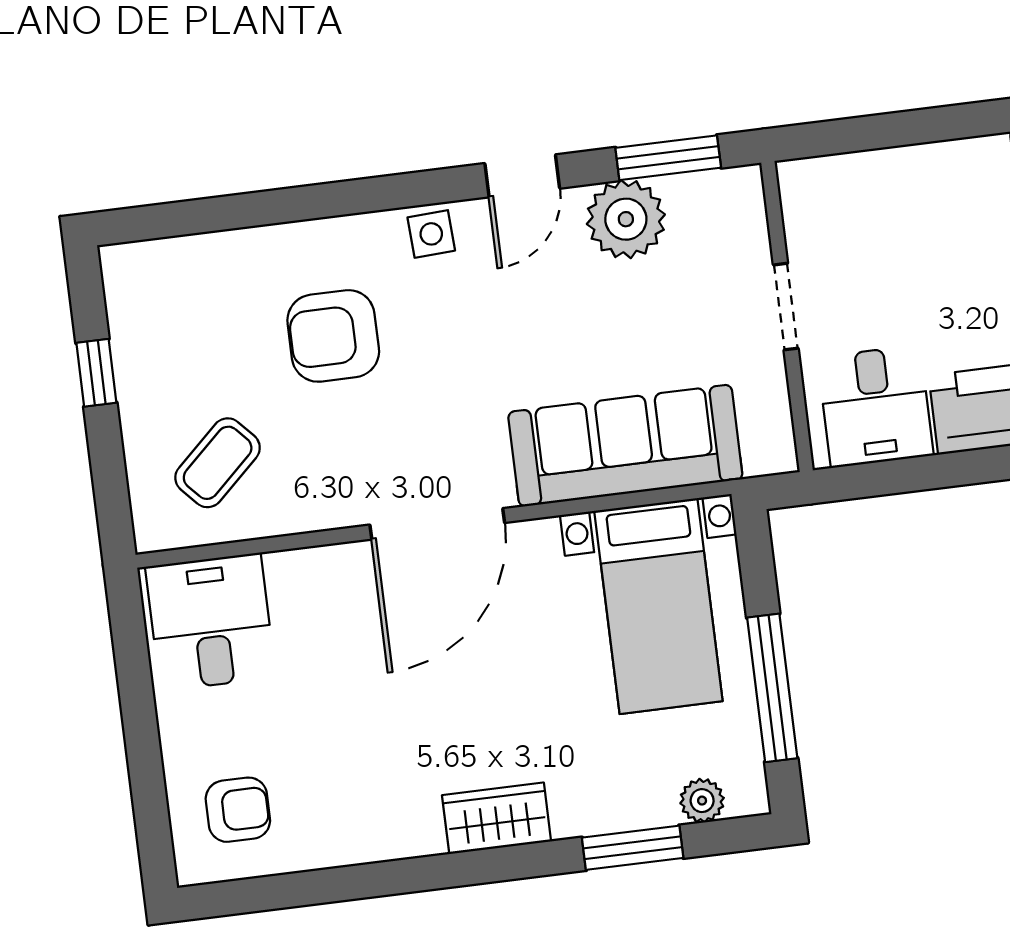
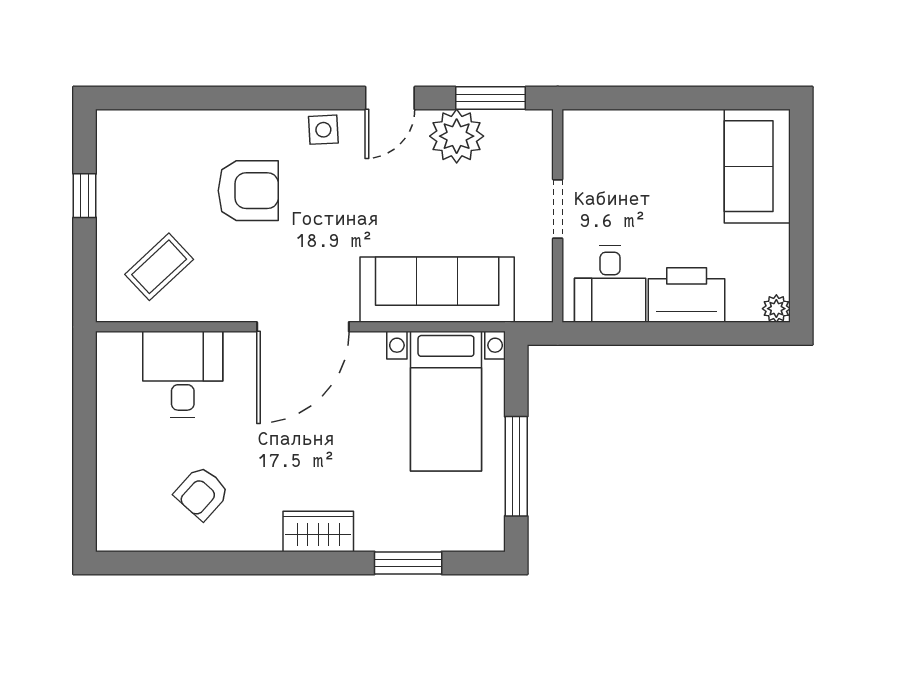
armchair: (333, 336) -> (248, 191), turned 180
desk: (211, 622) -> (183, 374), moved
plant: (702, 801) -> (459, 537), removed
armchair: (238, 810) -> (202, 493), moved, turned 132

